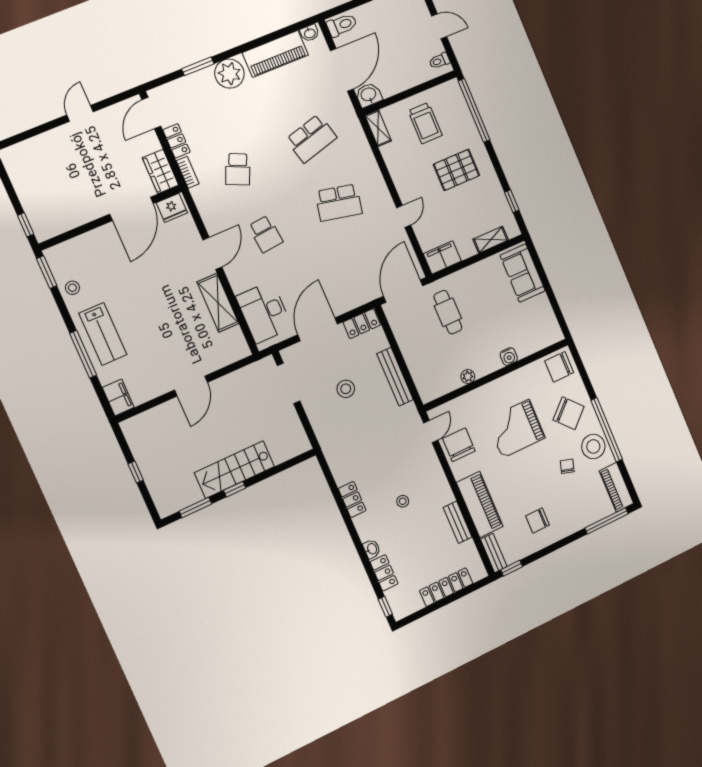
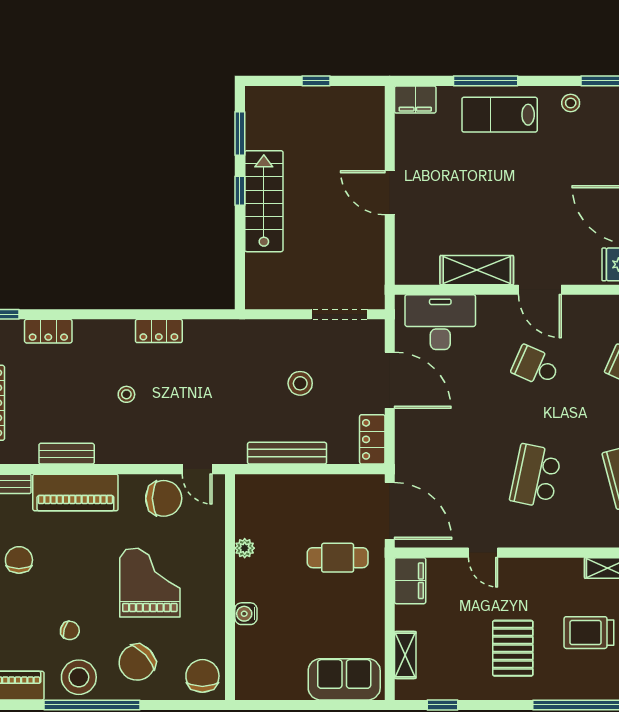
school desk: (266, 234) -> (536, 366), turned 30
washbasin: (372, 549) -> (86, 329), removed

